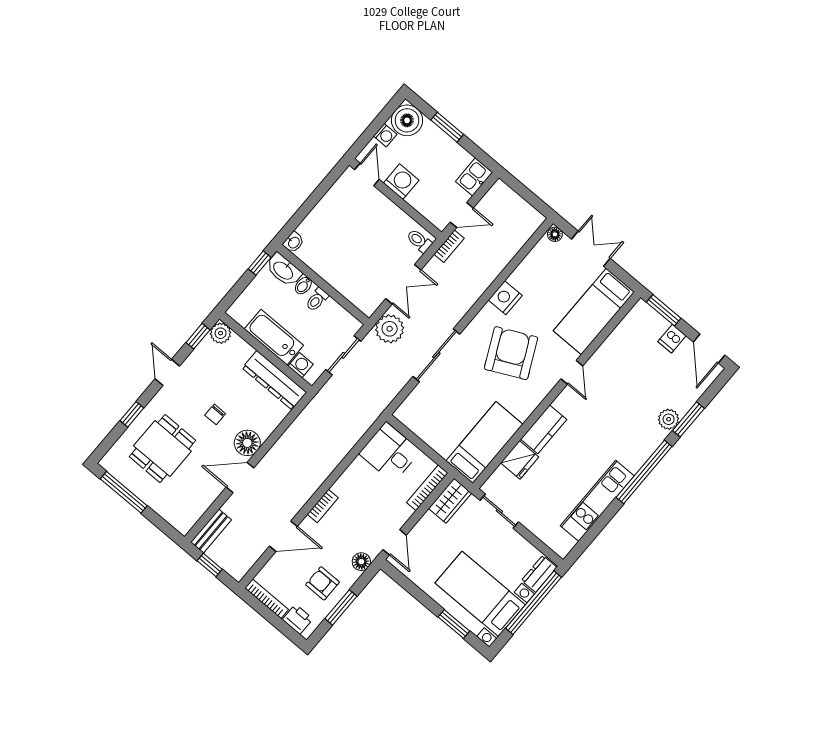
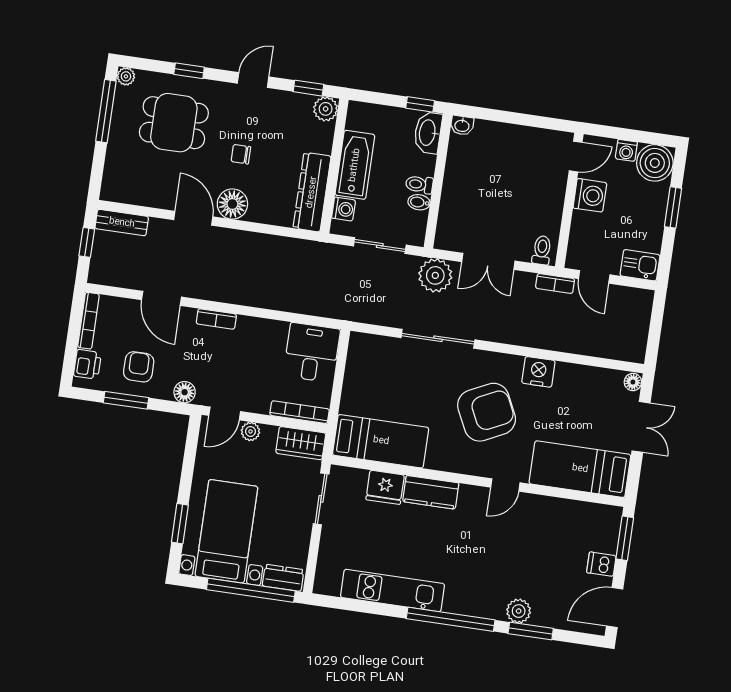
bidet: (303, 286) -> (419, 202), moved
plant: (108, 462) -> (126, 76), added
plant: (419, 532) -> (250, 431), added

